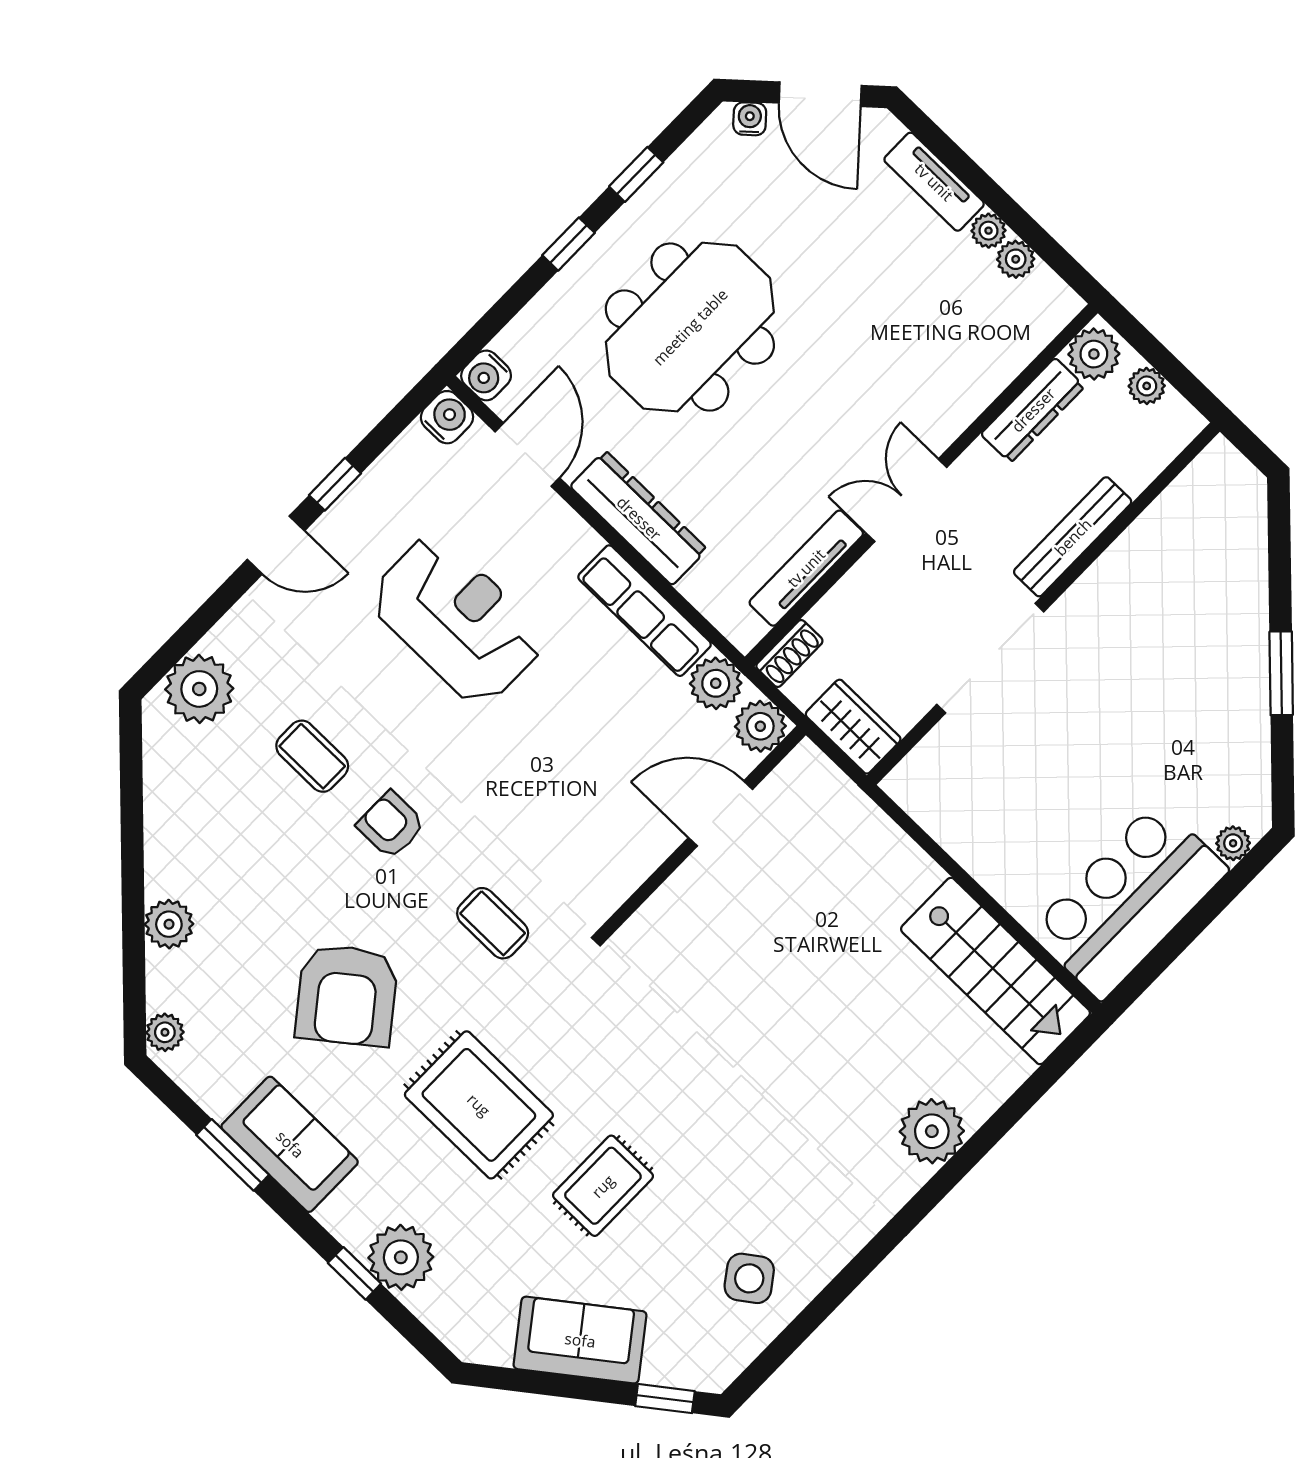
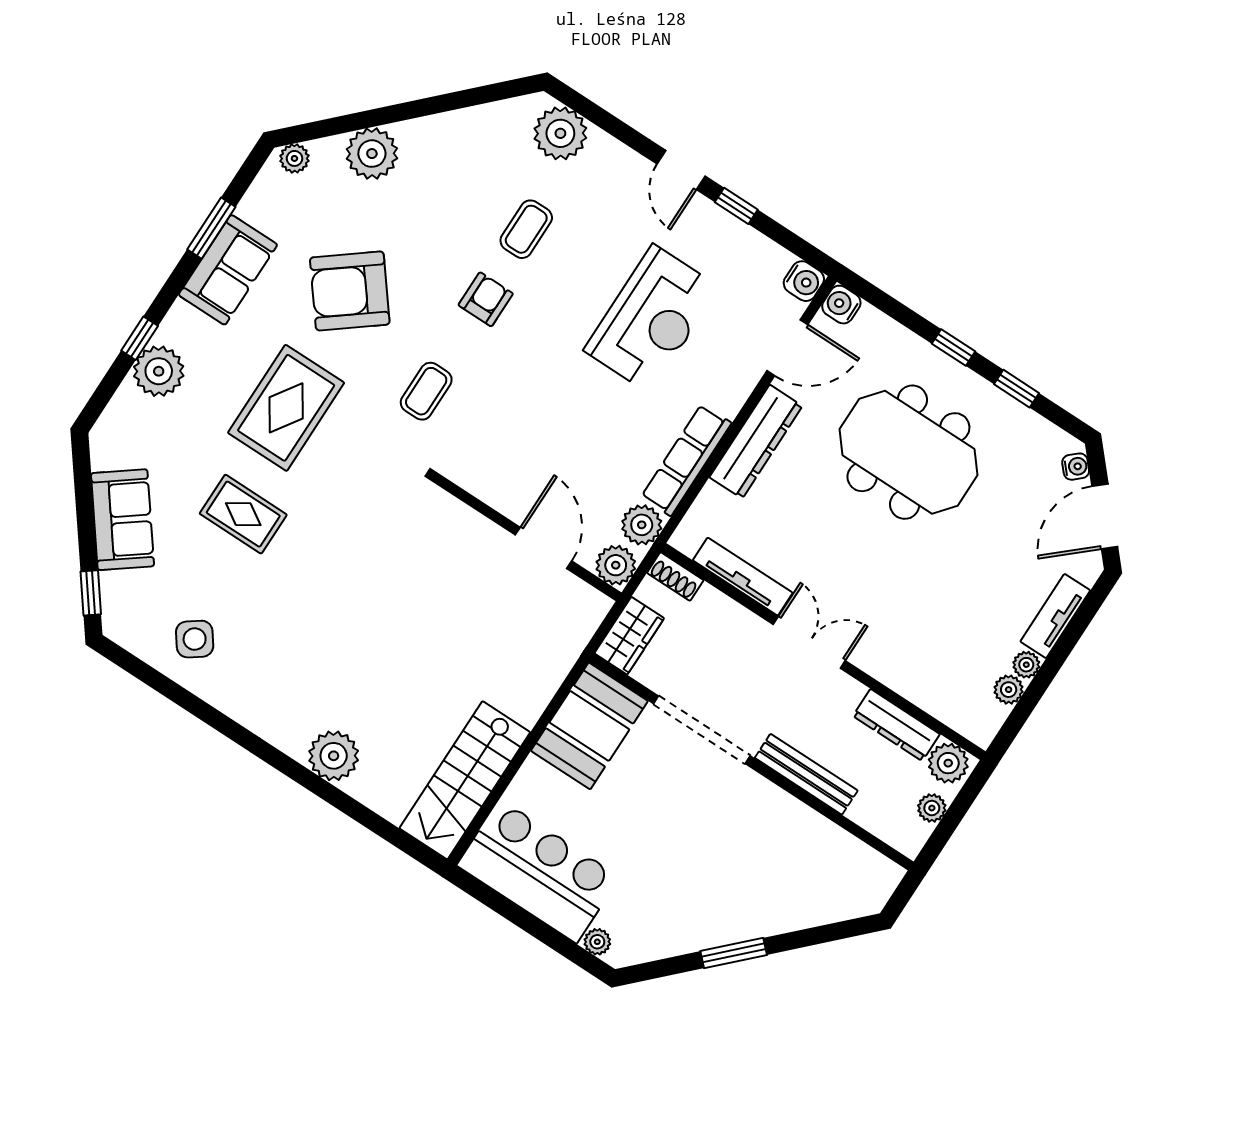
booth: (957, 800) -> (589, 726), added
plant: (169, 924) -> (372, 154), width x1.36, depth x1.36

